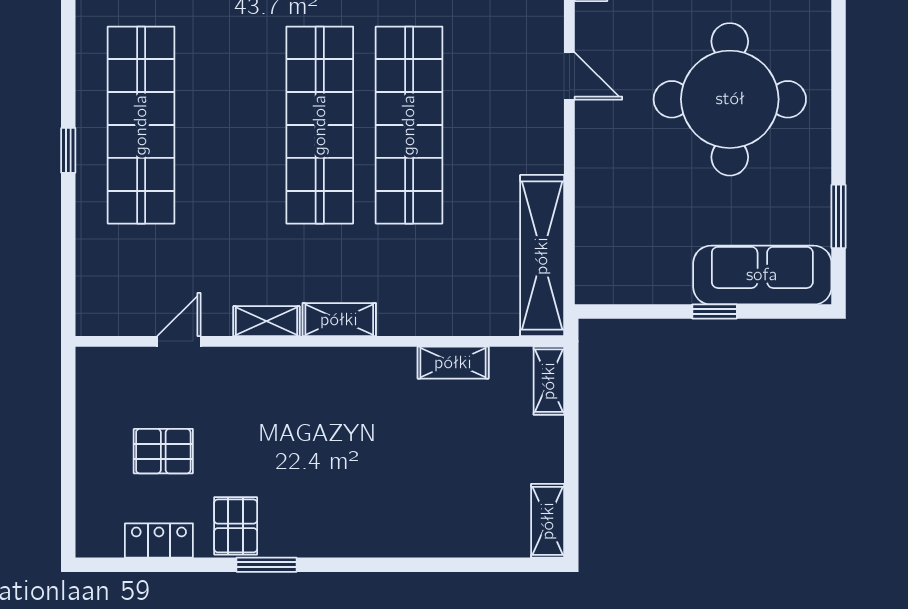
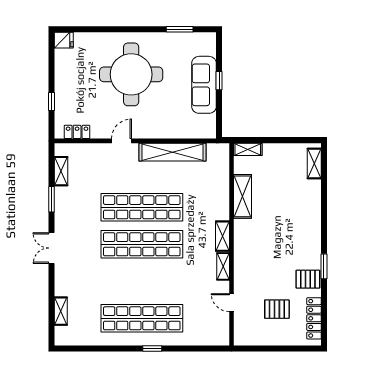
shelving: (542, 256) -> (172, 152), moved
sofa: (762, 275) -> (204, 85), moved
shelving: (453, 363) -> (242, 196), width x1.50, depth x1.33
pallet: (163, 451) -> (277, 309), turned 90
shelving: (548, 521) -> (314, 164), moved, turned 90
locker: (159, 541) -> (314, 318), width x1.53

